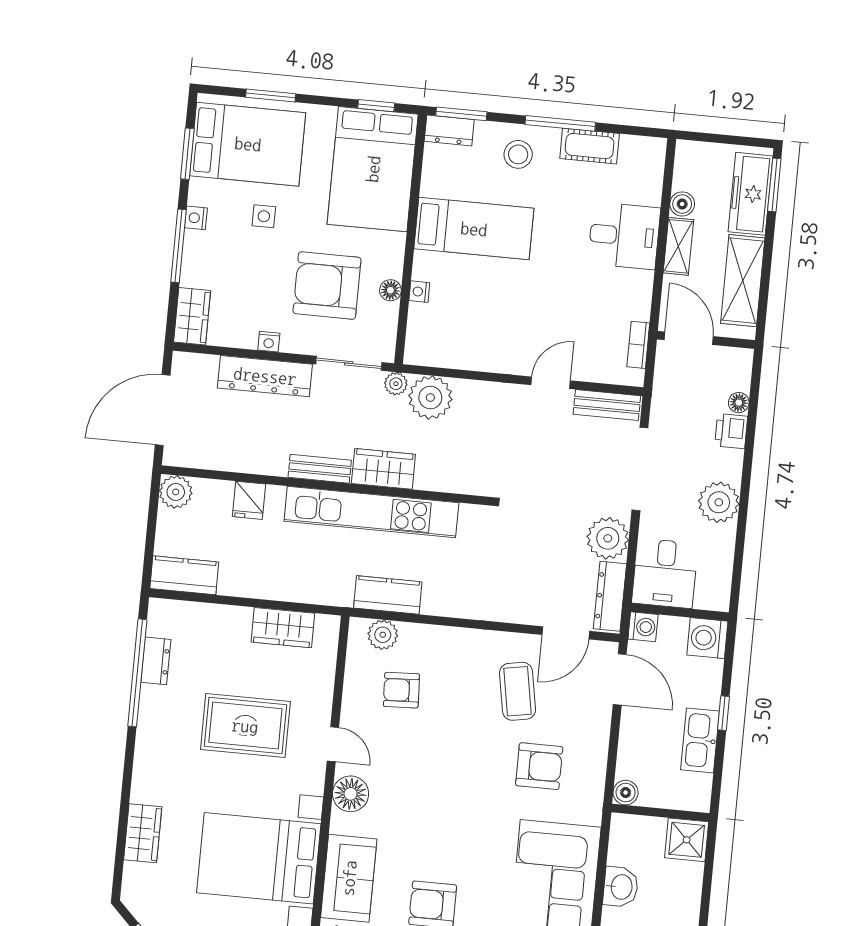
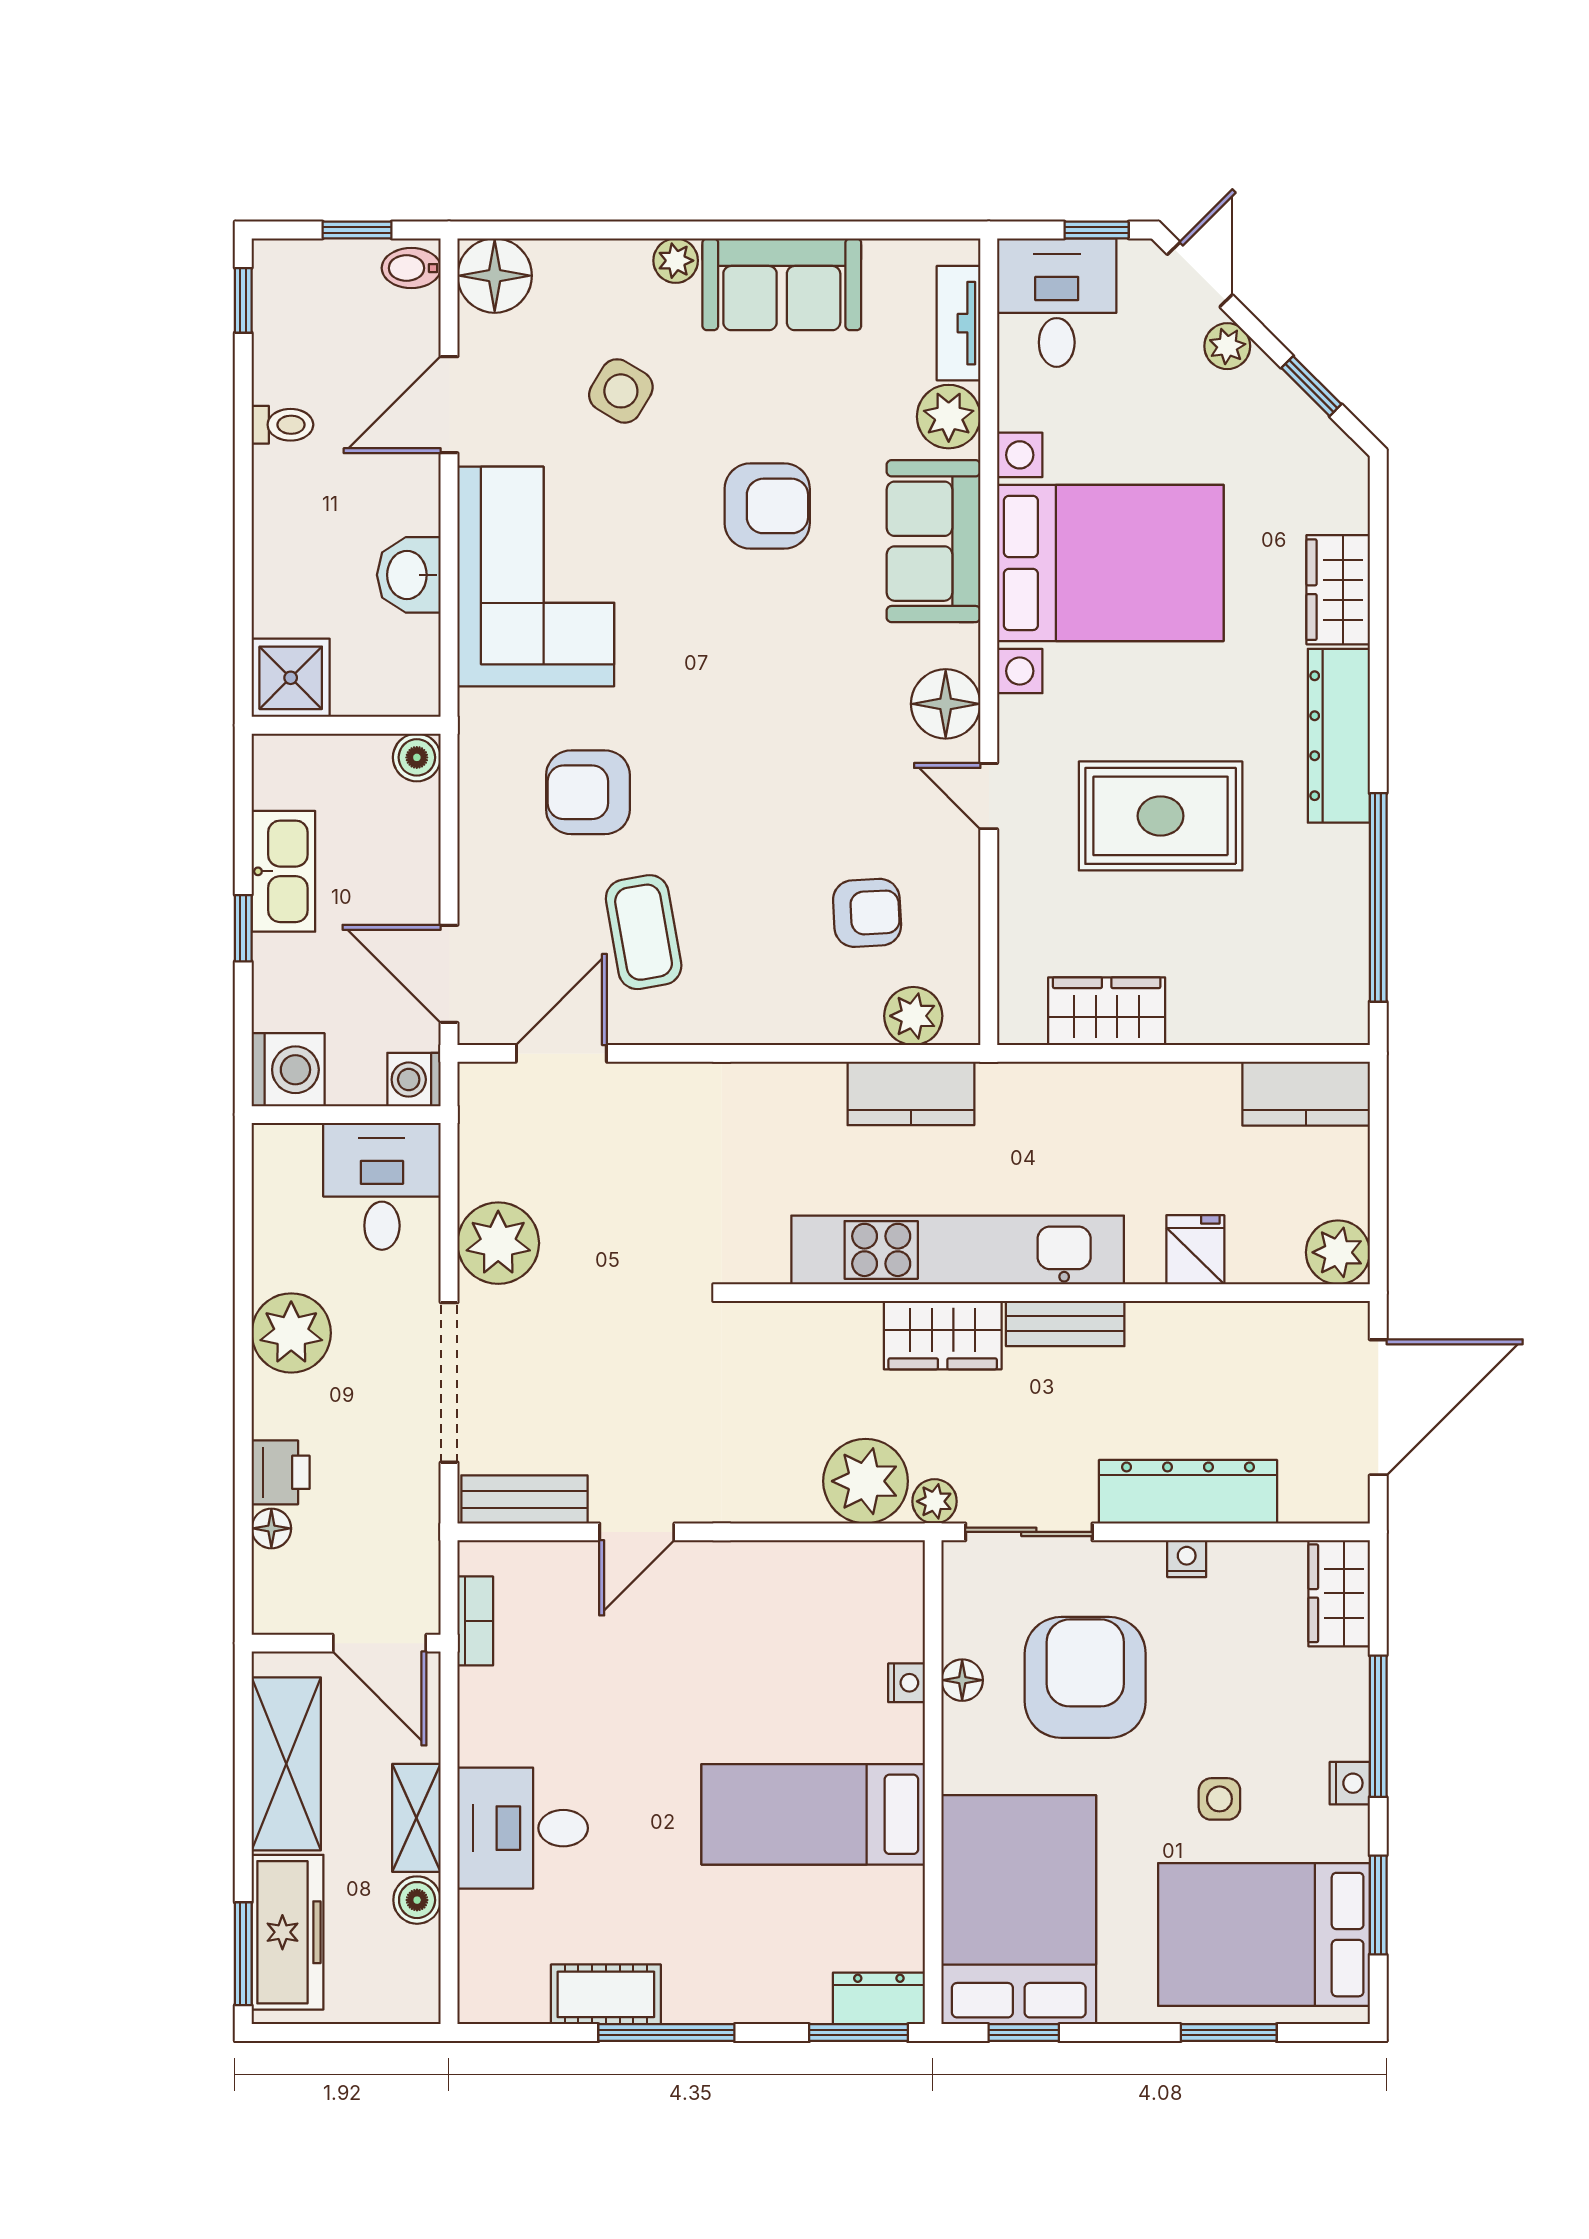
stool: (518, 154) -> (742, 1965), removed
armchair: (327, 285) -> (1085, 1677), turned -90
dresser: (610, 596) -> (483, 1132), removed
dresser: (156, 661) -> (1339, 736), moved, width x1.96, depth x1.24

